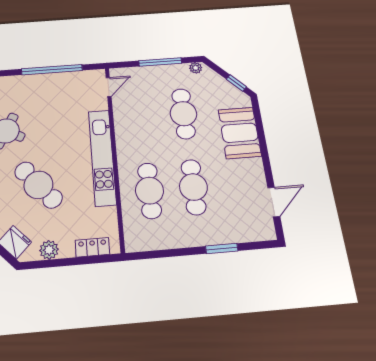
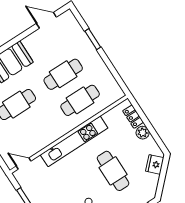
cafe table: (38, 185) -> (113, 171), turned -49
plant: (49, 250) -> (143, 133), moved

